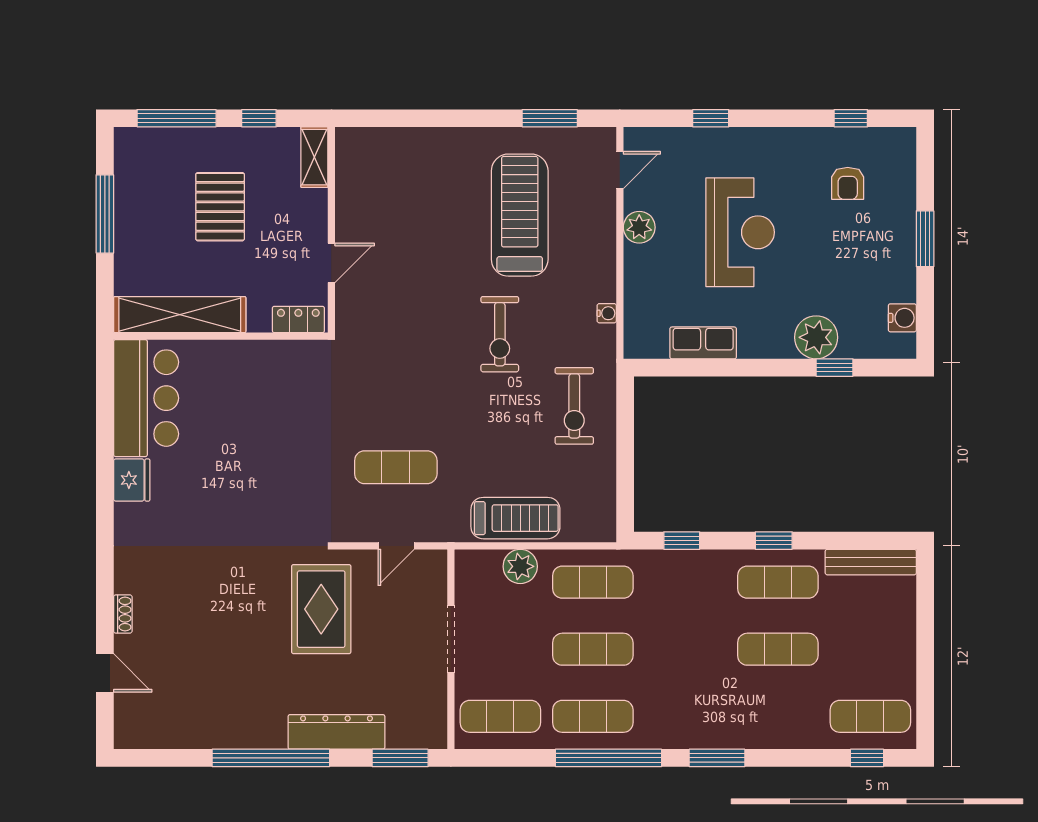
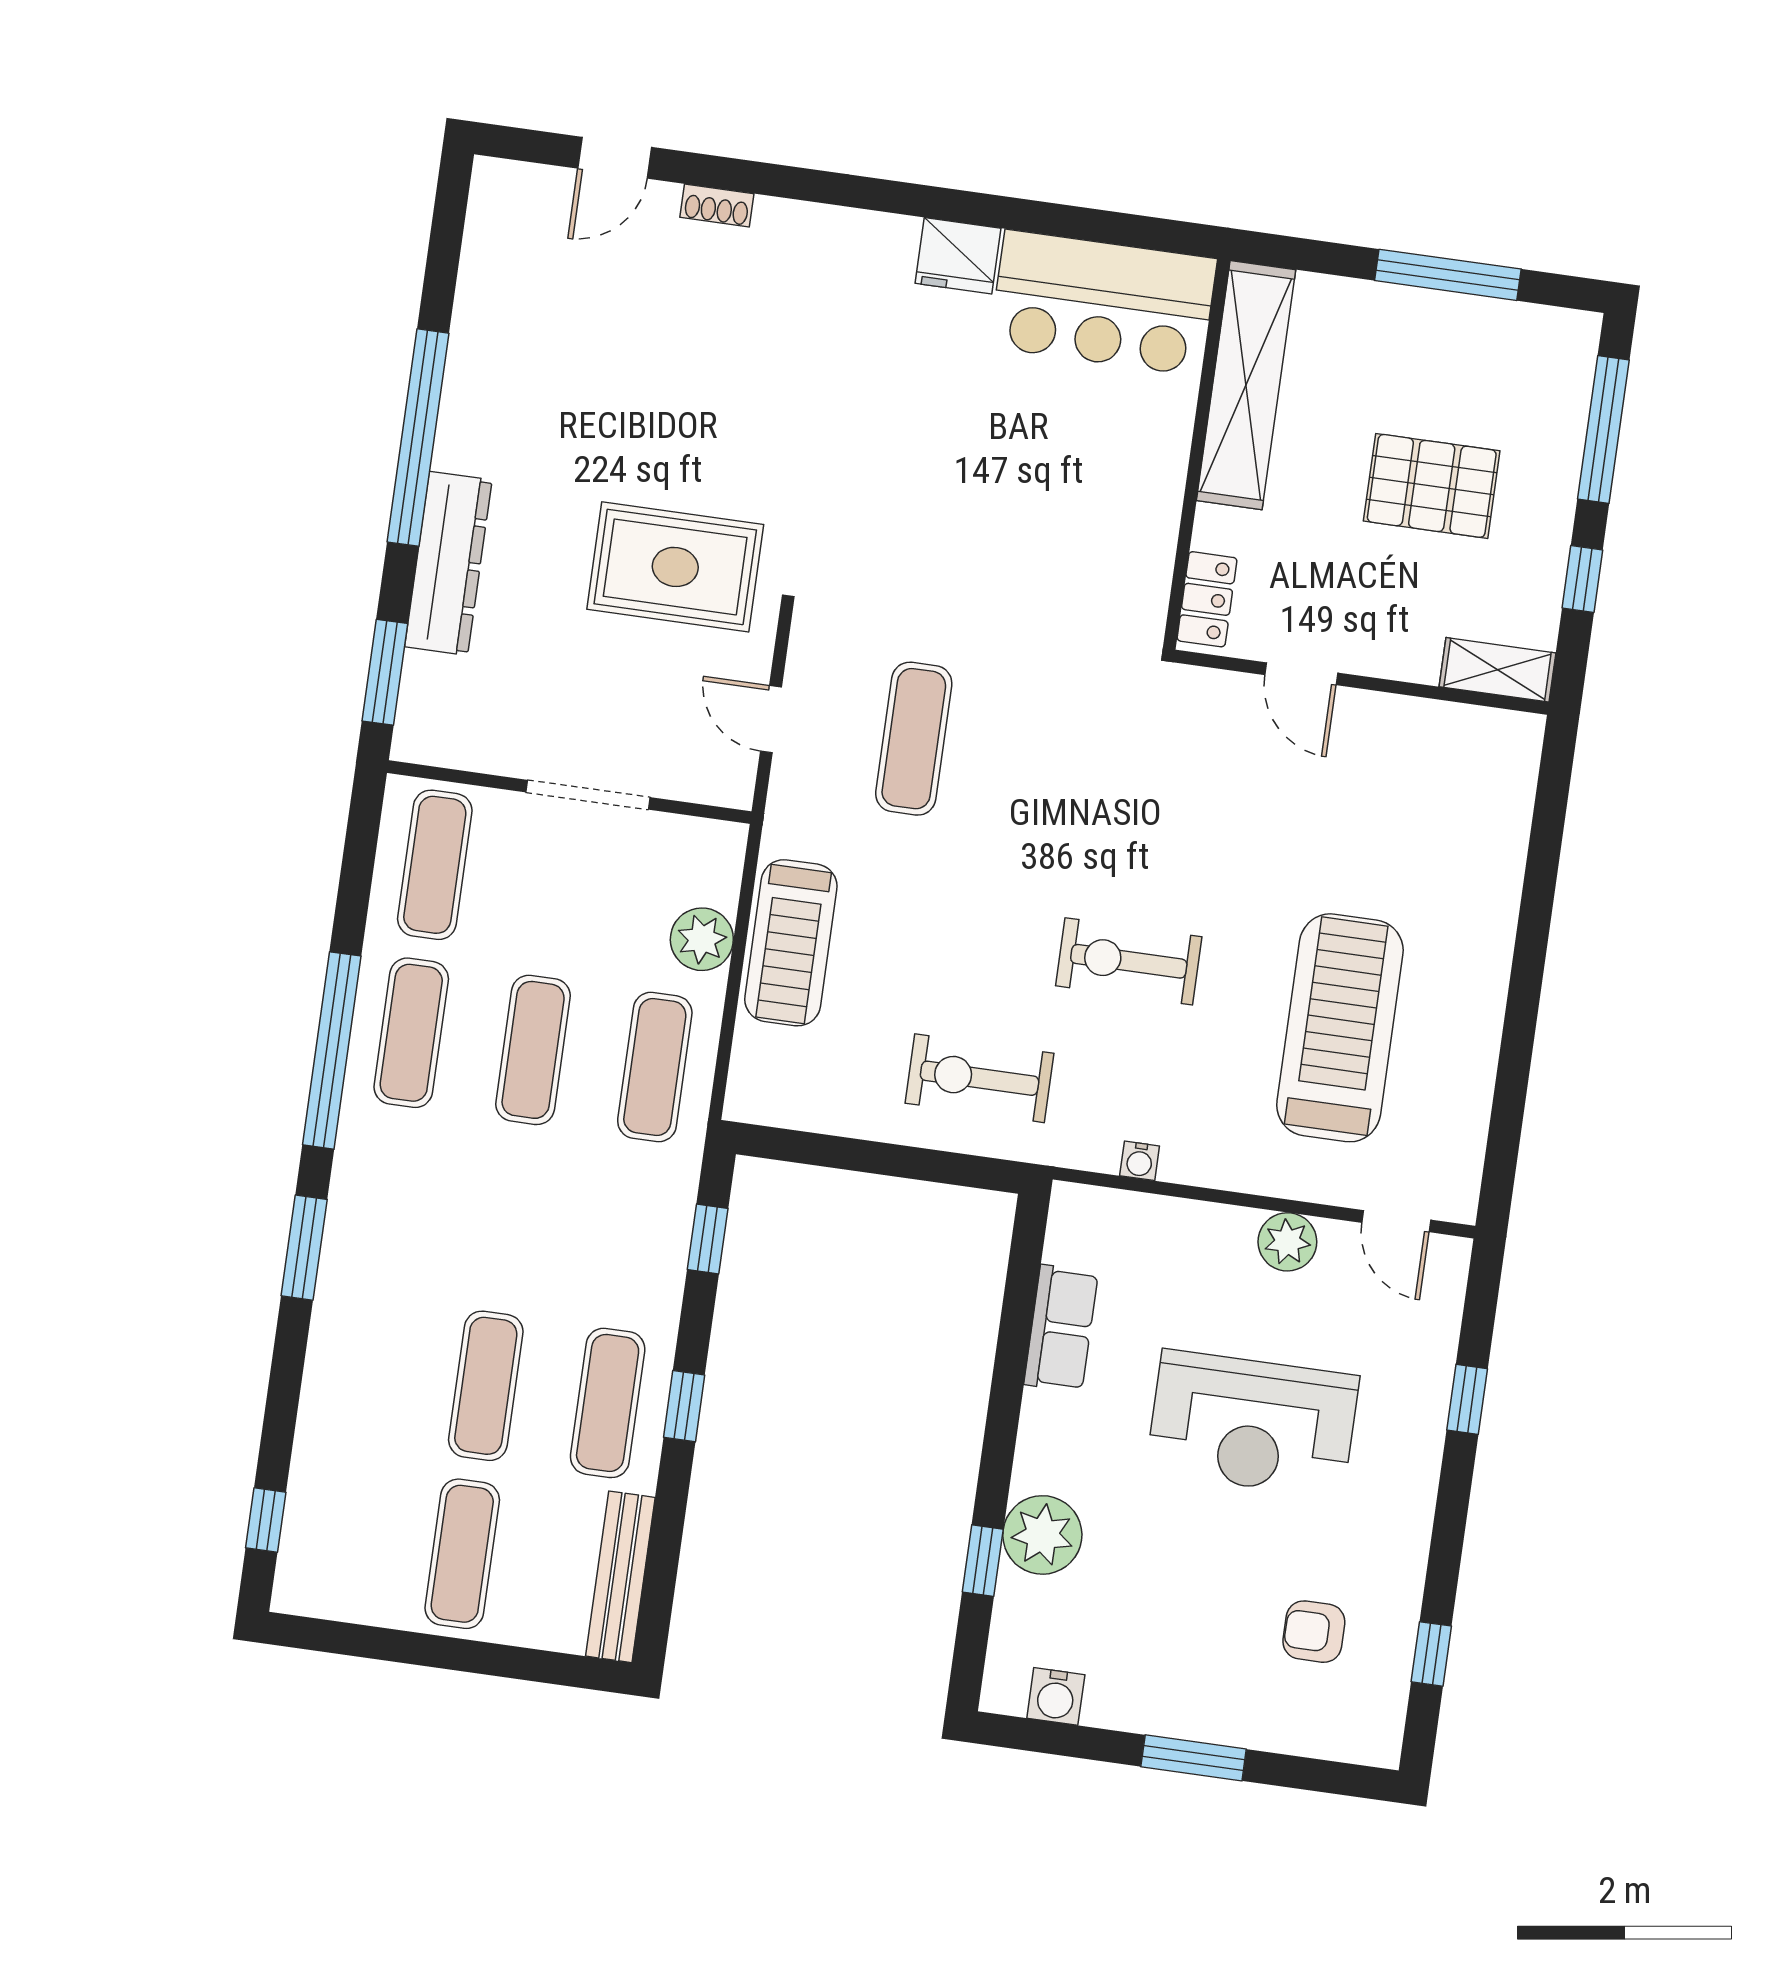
window: (550, 118) -> (1508, 1107), removed
treadmill: (520, 215) -> (1340, 1028), turned -90
exercise mat: (870, 716) -> (462, 1554), moved

